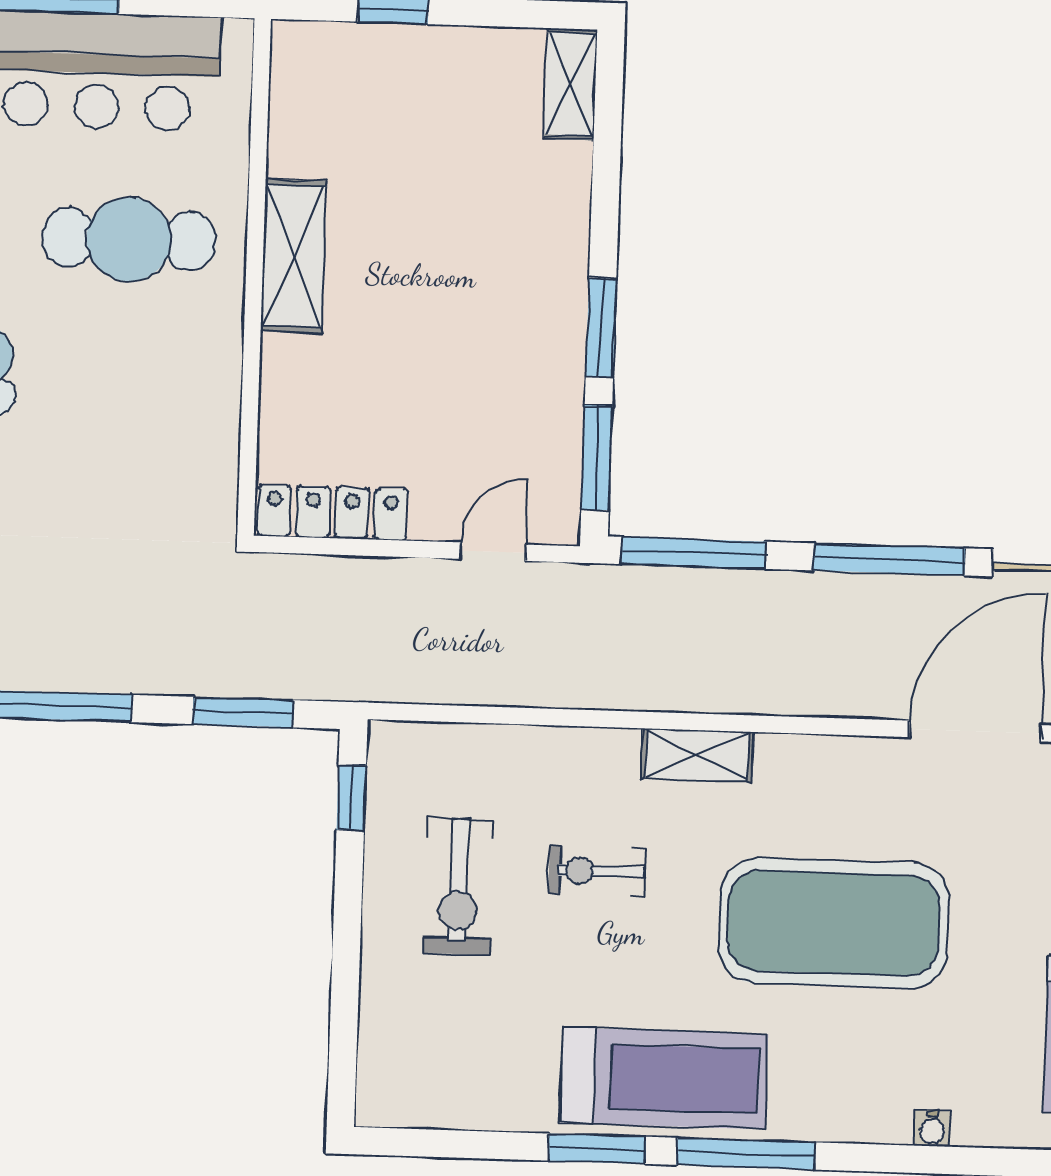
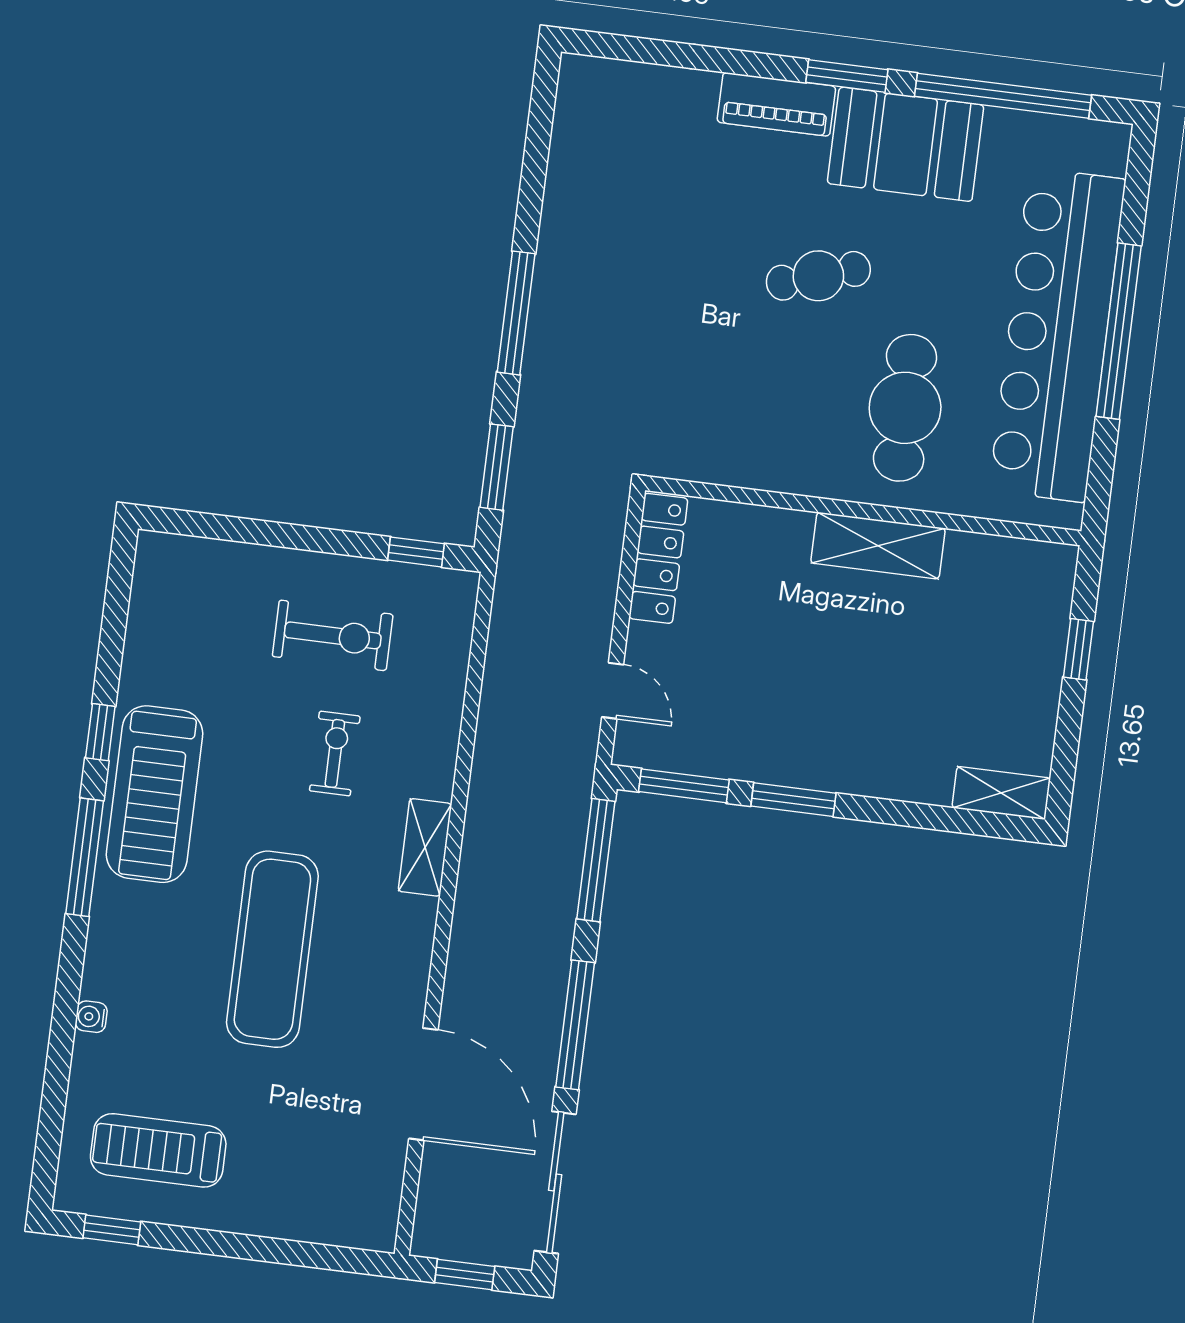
exercise bike: (458, 886) -> (333, 635), turned 180
exercise mat: (833, 923) -> (272, 949), width x0.68
window: (597, 1149) -> (100, 732), width x0.67

